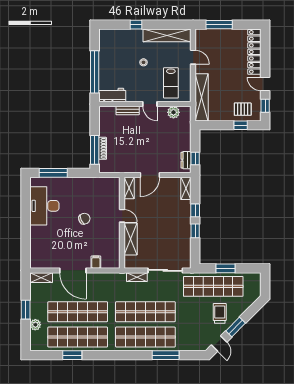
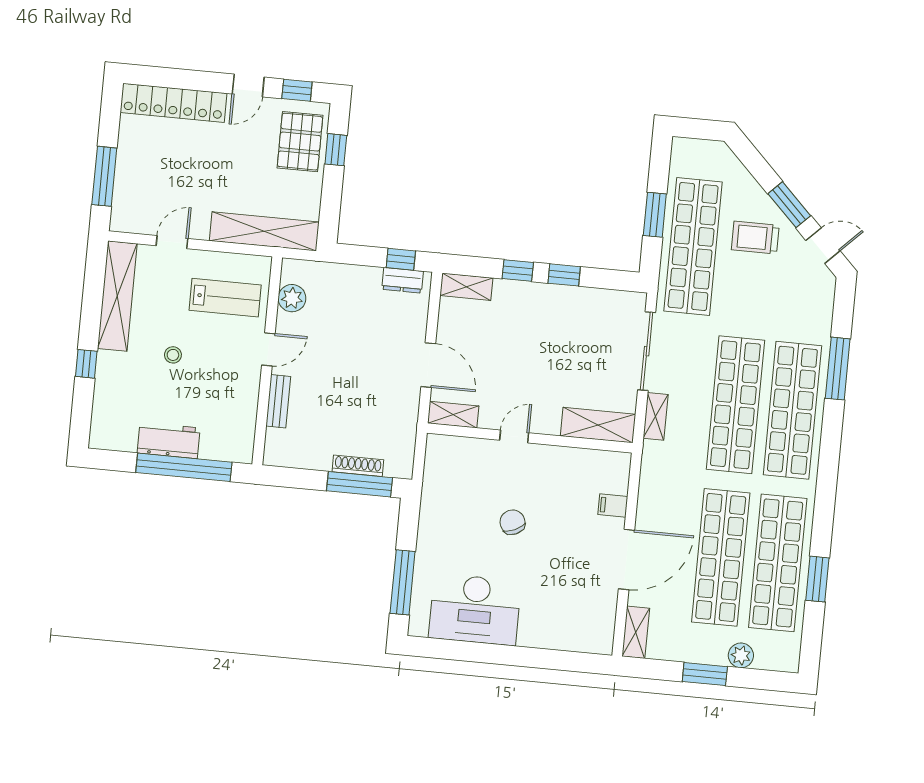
workbench: (112, 95) -> (169, 441), moved, turned 90
pallet: (243, 109) -> (300, 142), width x1.50, depth x1.42
shelving: (131, 239) -> (598, 425), moved

